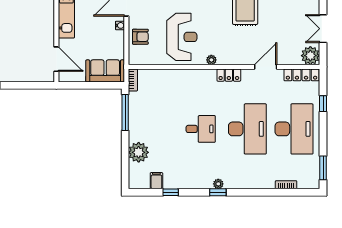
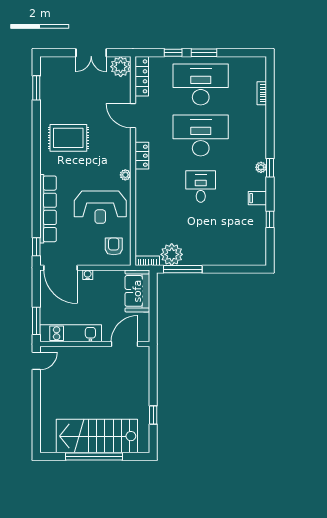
armchair: (140, 37) -> (114, 246), moved
reception desk: (182, 37) -> (100, 207), turned 180
plant: (139, 152) -> (172, 254), moved
window: (323, 168) -> (204, 53), moved
filing cabinet: (156, 181) -> (257, 198), moved

